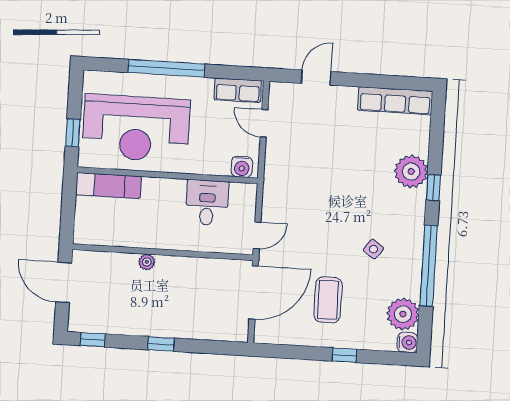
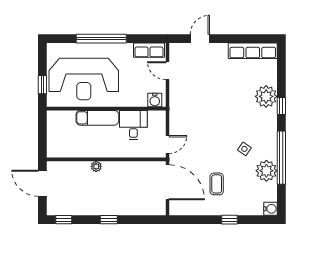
exam couch: (108, 186) -> (97, 118), moved
door: (254, 293) -> (168, 182), hinge flipped
coffee table: (328, 300) -> (217, 184), width x0.73, depth x0.77
plant: (403, 314) -> (266, 171), moved

